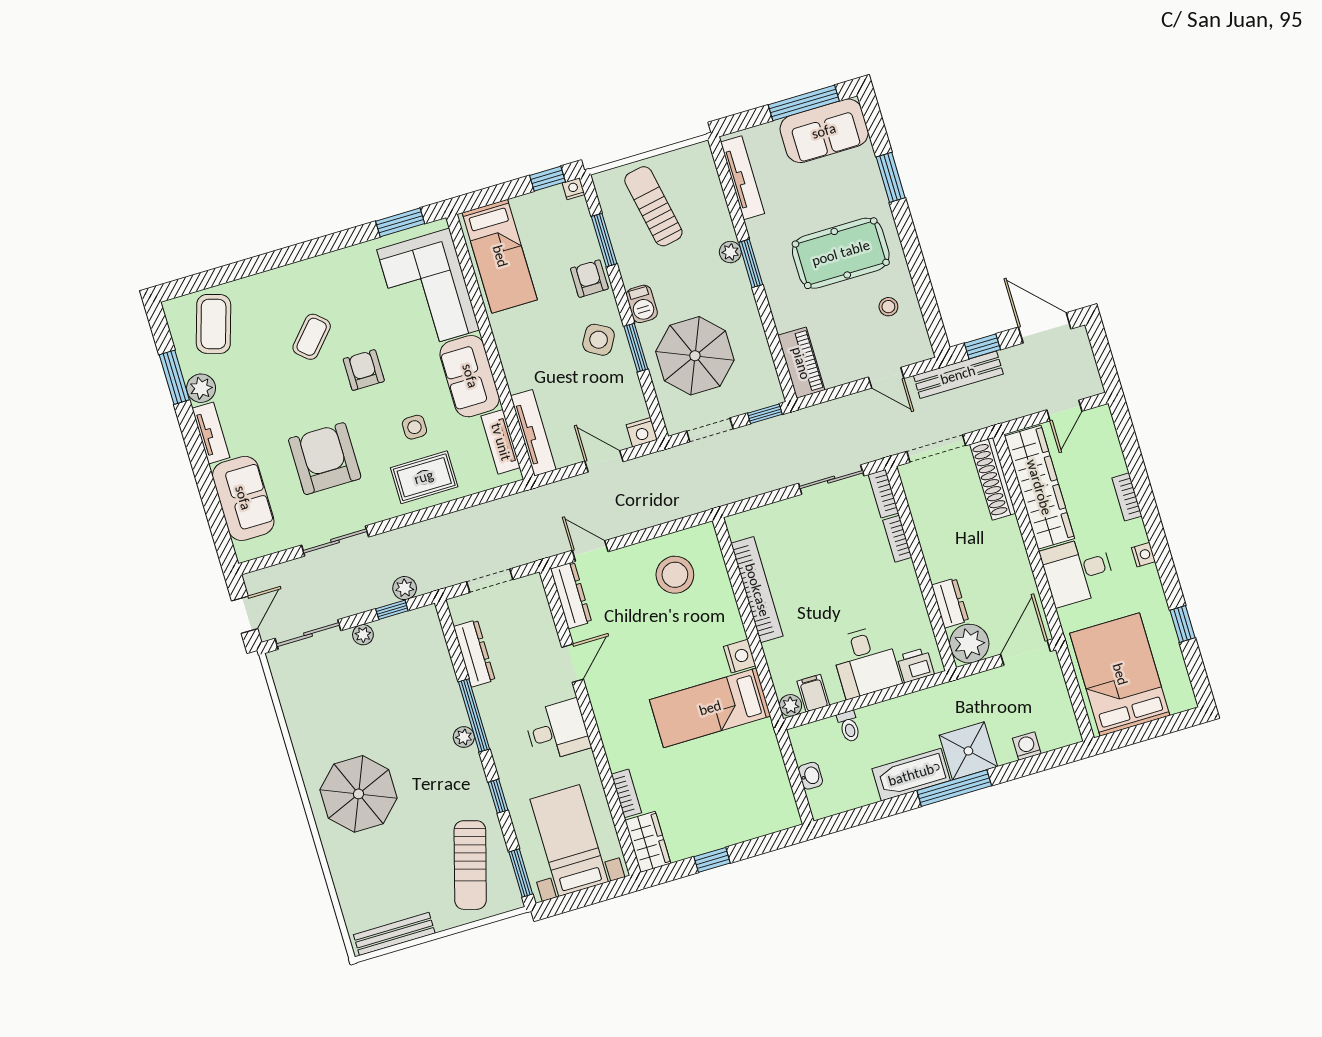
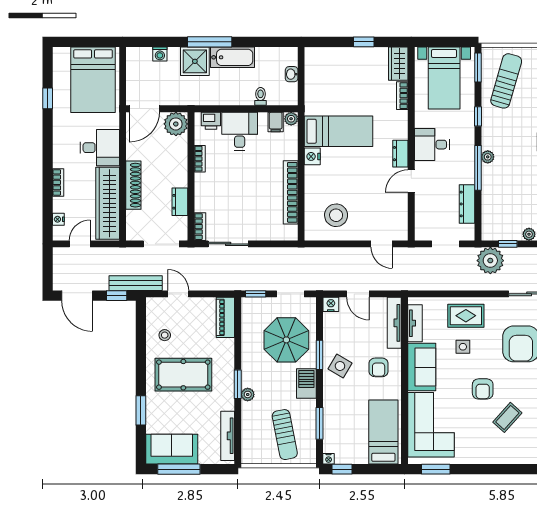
armchair: (589, 279) -> (379, 367), moved
barbecue: (642, 304) -> (306, 384), width x1.38, depth x1.27
shoe rack: (993, 479) -> (133, 185), moved
bookcase: (897, 539) -> (200, 159), moved
nightstand: (1143, 555) -> (58, 219), moved
plant: (405, 588) -> (490, 261), width x1.88, depth x1.88
dresser: (571, 595) -> (400, 154), moved, width x0.70
dresser: (950, 603) -> (180, 202), moved

